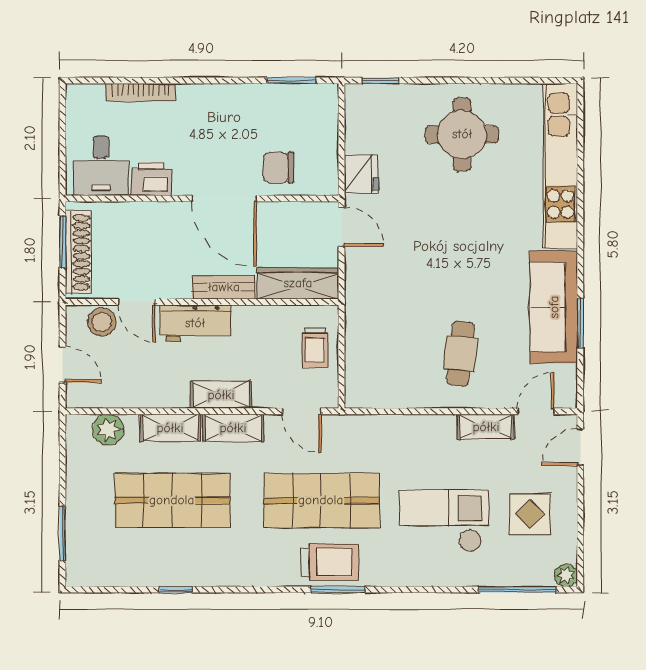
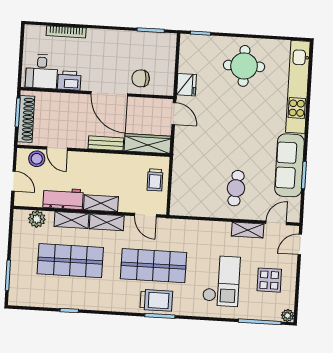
workbench: (195, 323) -> (63, 198), moved, turned 180
checkout: (444, 521) -> (221, 281), turned 90

